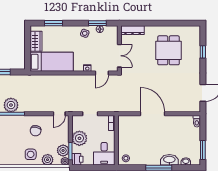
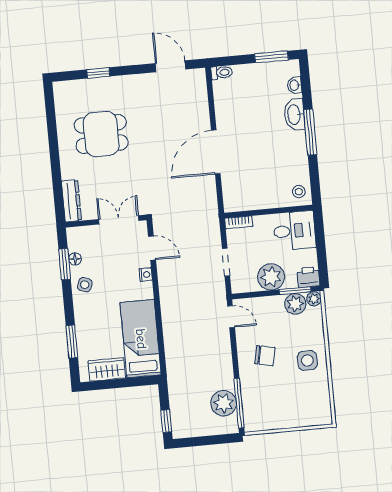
plant: (48, 160) -> (314, 330), removed

